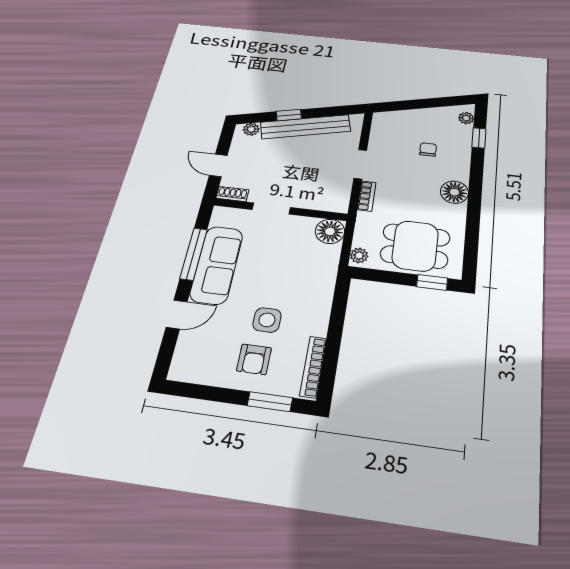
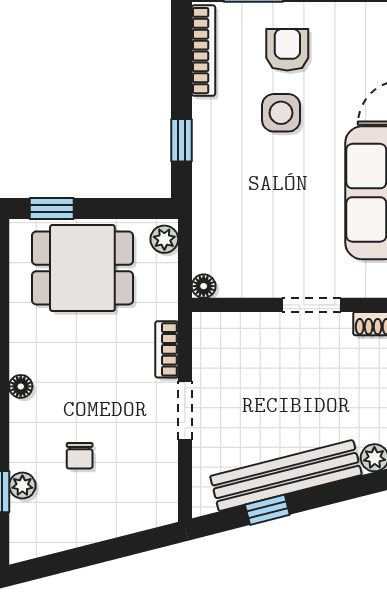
window: (289, 115) -> (267, 510), moved
plant: (466, 118) -> (22, 486), moved
floor lamp: (454, 192) -> (21, 386), width x0.53, depth x0.53
floor lamp: (330, 231) -> (204, 286), width x0.53, depth x0.53
window: (338, 312) -> (181, 140), added

